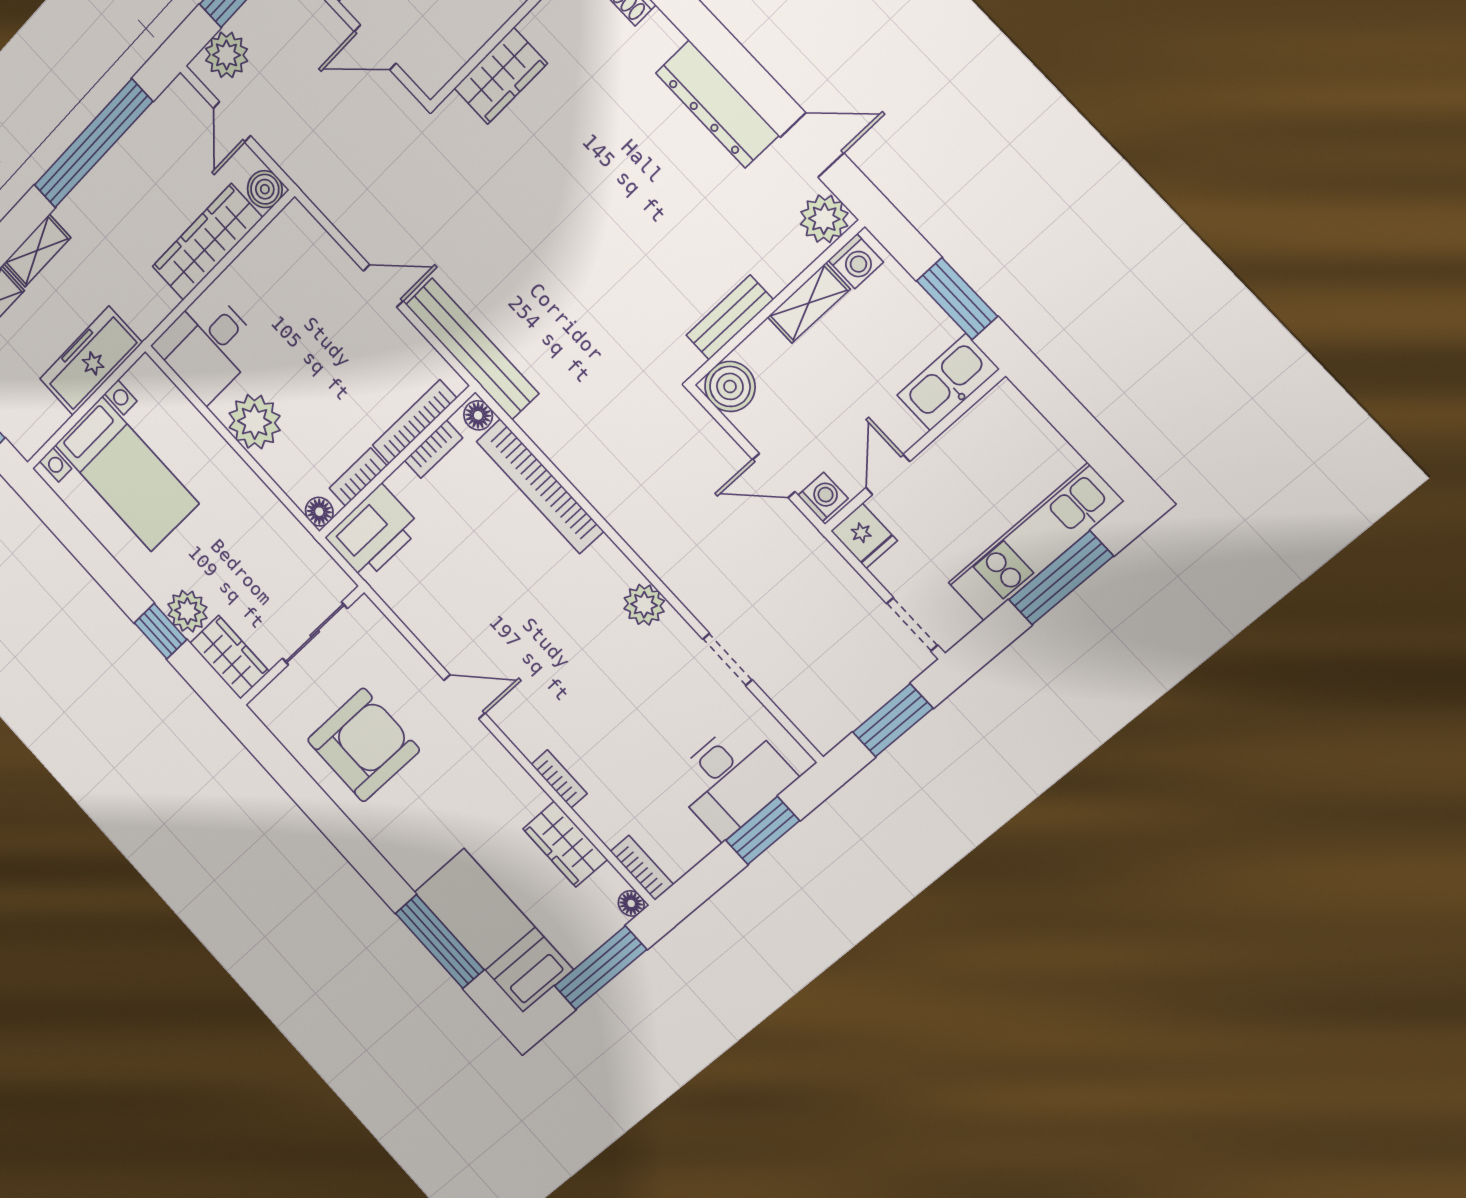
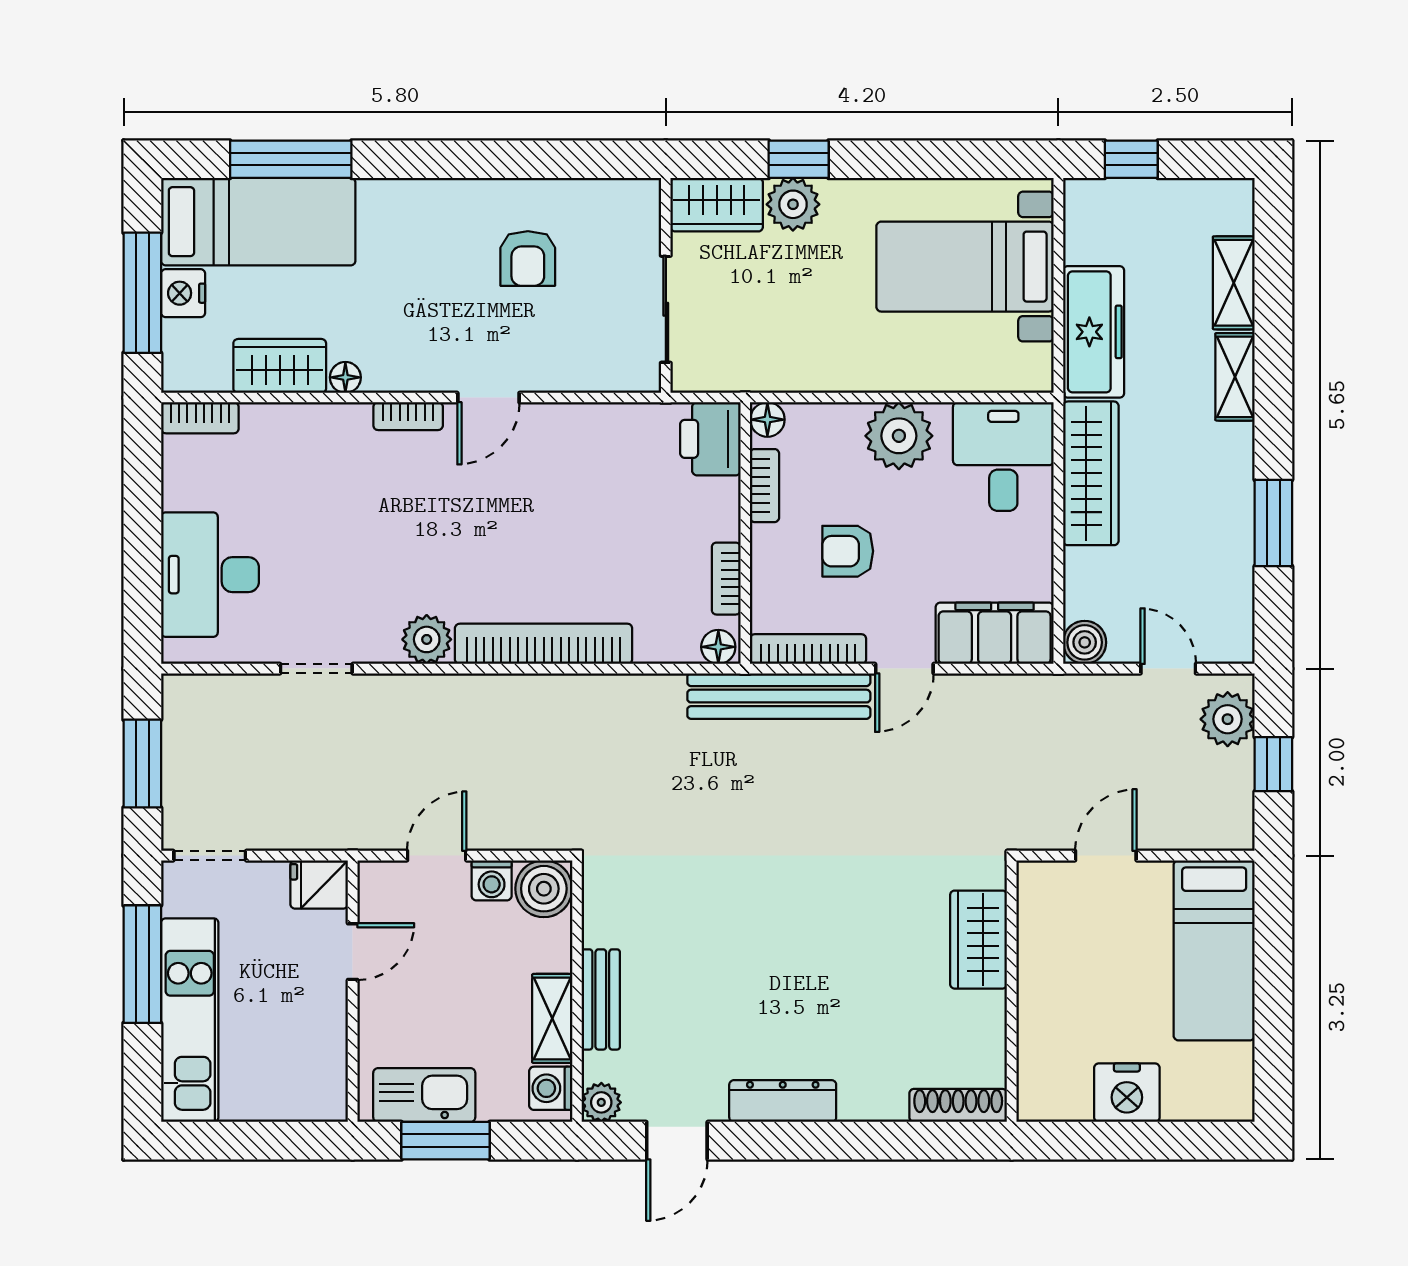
dresser: (717, 104) -> (783, 1101), width x0.73, depth x0.80
window: (93, 144) -> (1273, 523), width x0.47
plant: (824, 219) -> (601, 1102), width x0.73, depth x0.73
wardrobe: (207, 242) -> (1091, 473), moved
filing cabinet: (311, 250) -> (995, 633), added
bench: (730, 318) -> (601, 999), moved
kitchen sink: (948, 382) -> (424, 1095), moved, turned -90
armchair: (348, 389) -> (848, 551), added
bookcase: (414, 422) -> (808, 649), moved, turned -90
door: (888, 475) -> (353, 952), hinge flipped
bookcase: (540, 486) -> (544, 644), moved
washing machine: (823, 497) -> (492, 880), moved
printer: (373, 533) -> (710, 439), width x0.73, depth x0.84
window: (1061, 578) -> (142, 964), moved
armchair: (363, 745) -> (528, 258), width x0.53, depth x0.53
bookcase: (559, 779) -> (408, 416), moved
window: (763, 830) -> (142, 560), removed
floor lamp: (631, 903) -> (345, 377), moved
nightstand: (577, 942) -> (183, 293), added

